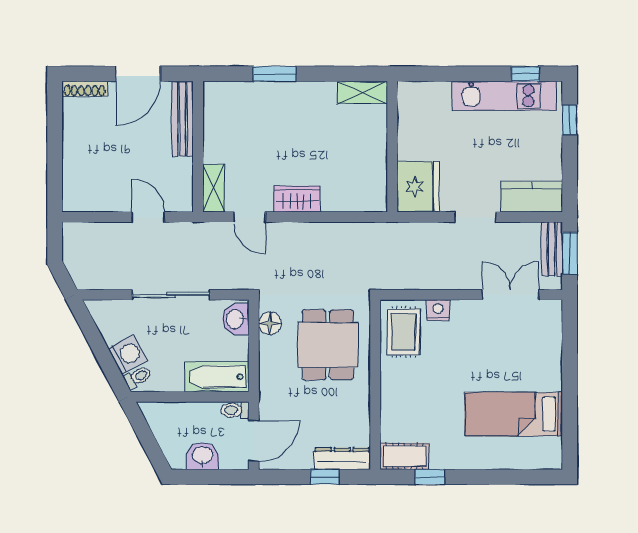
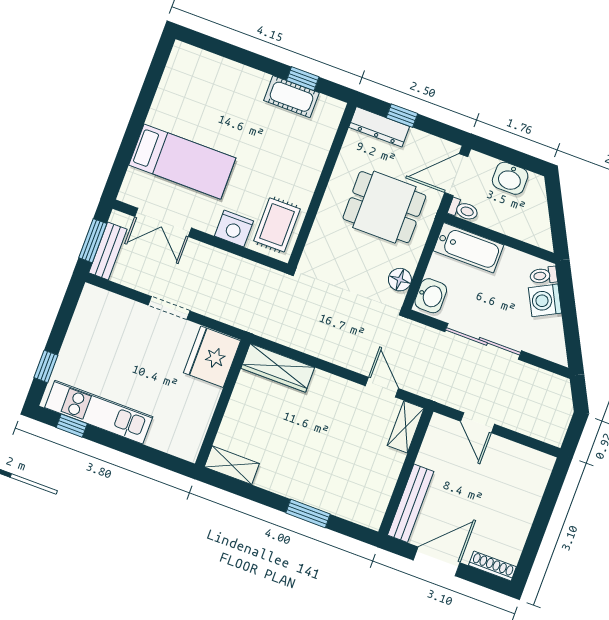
kitchen counter: (532, 197) -> (109, 307), removed
wardrobe: (297, 199) -> (278, 368), moved, width x1.50
nightstand: (438, 310) -> (234, 228), width x1.36, depth x1.33
dining table: (328, 345) -> (384, 207), moved, turned 90
bed: (514, 414) -> (182, 162), moved
cot: (405, 456) -> (291, 97), moved

